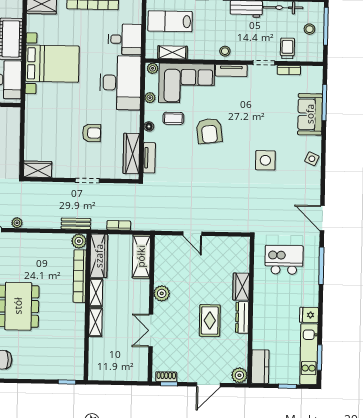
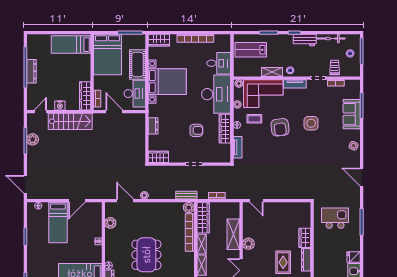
shelving: (172, 52) -> (272, 72), moved
dresser: (31, 126) -> (153, 126), added
wardrobe: (131, 154) -> (225, 129), moved
side table: (265, 160) -> (311, 123), moved
door: (322, 218) -> (362, 177), moved
door: (192, 234) -> (256, 201), moved
shelving: (141, 256) -> (233, 234), moved

